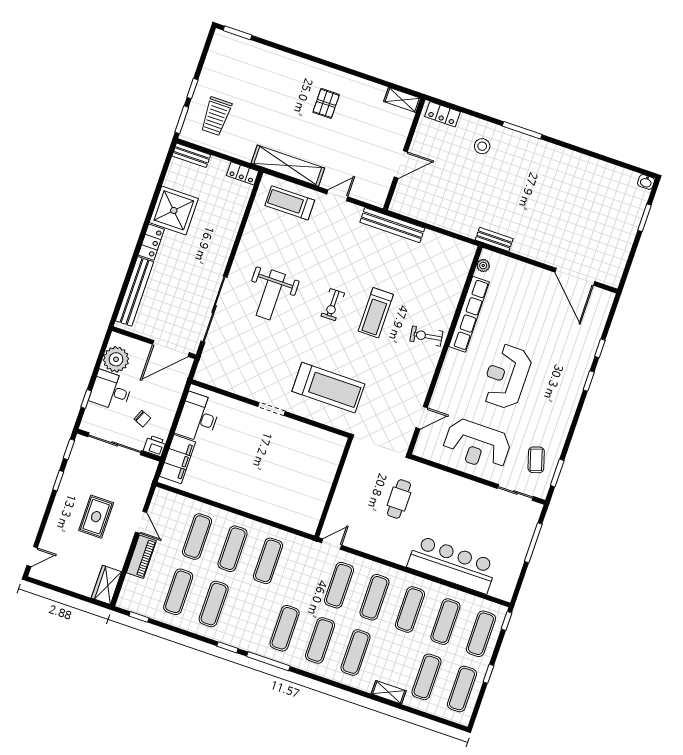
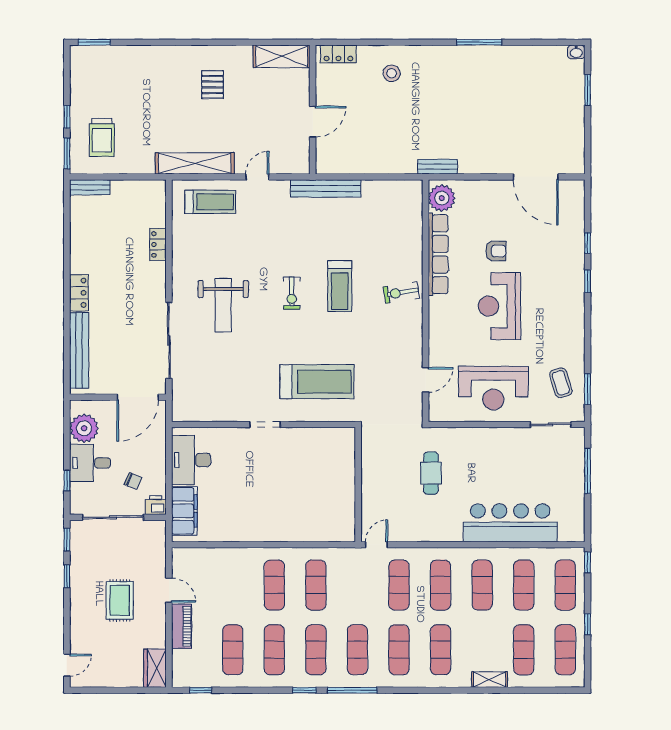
shelving: (402, 100) -> (282, 56), width x1.50, depth x1.33
window: (522, 130) -> (479, 42), moved
locker: (242, 173) -> (158, 245), moved, turned 90
treadmill: (290, 203) -> (210, 202), turned 180
shower: (174, 210) -> (91, 251), removed
plant: (483, 266) -> (442, 198), width x1.88, depth x1.88
armchair: (519, 328) -> (496, 251), added
exercise mat: (197, 537) -> (316, 650), moved

